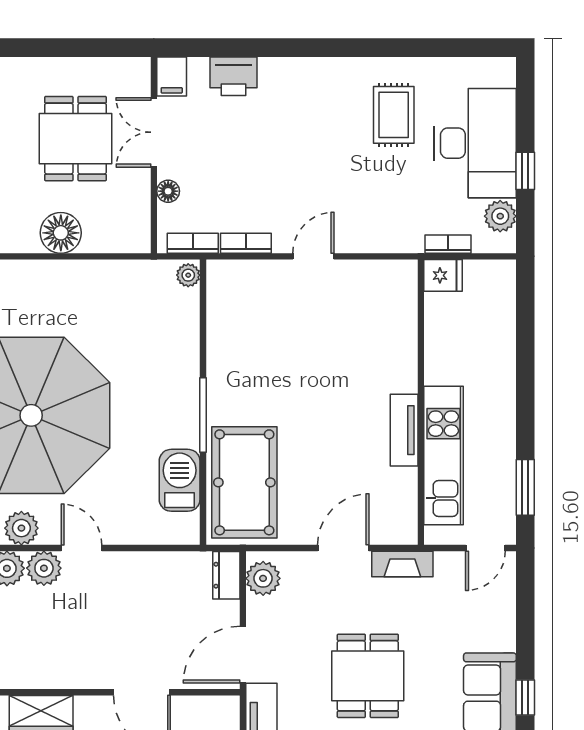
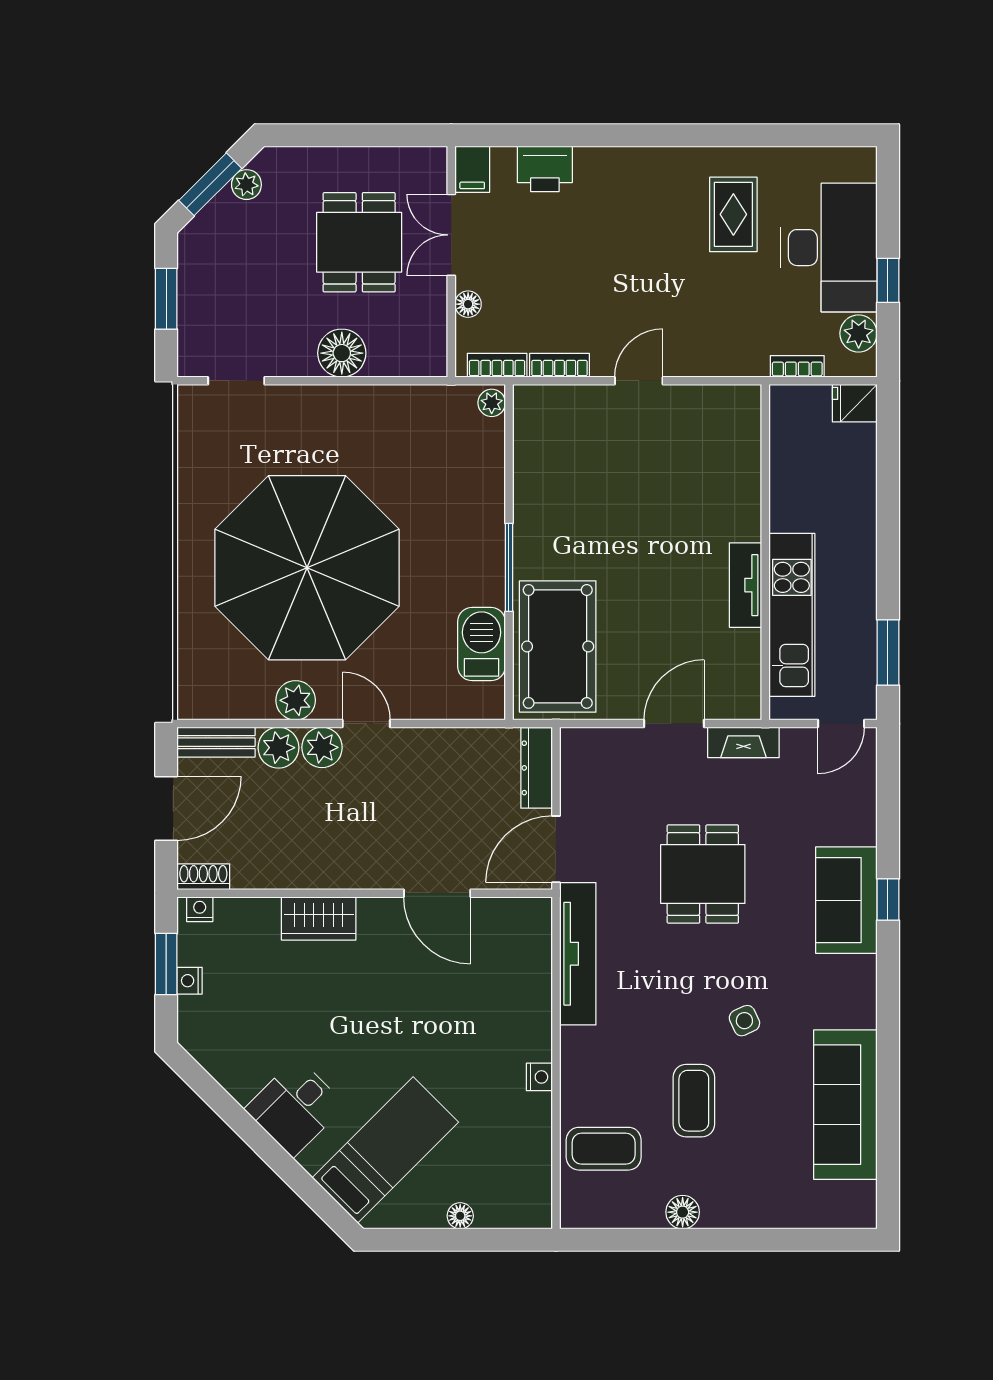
fridge: (443, 275) -> (855, 403), moved, turned 180
dresser: (226, 575) -> (537, 768), width x1.44
plant: (263, 578) -> (580, 759), removed

